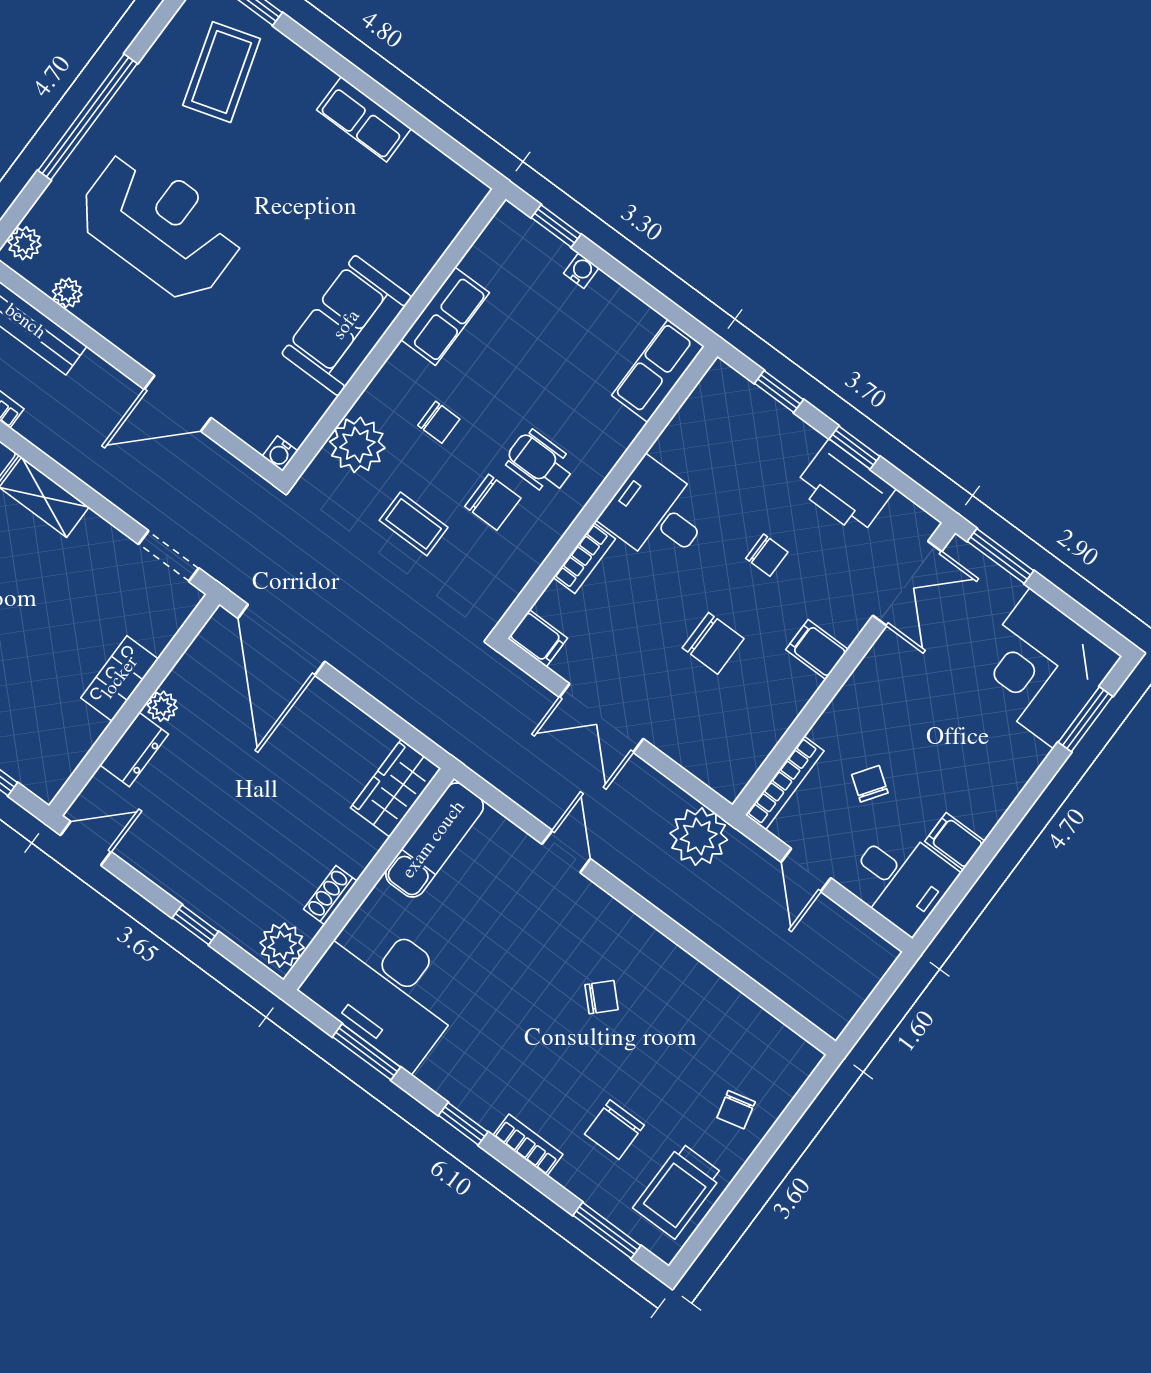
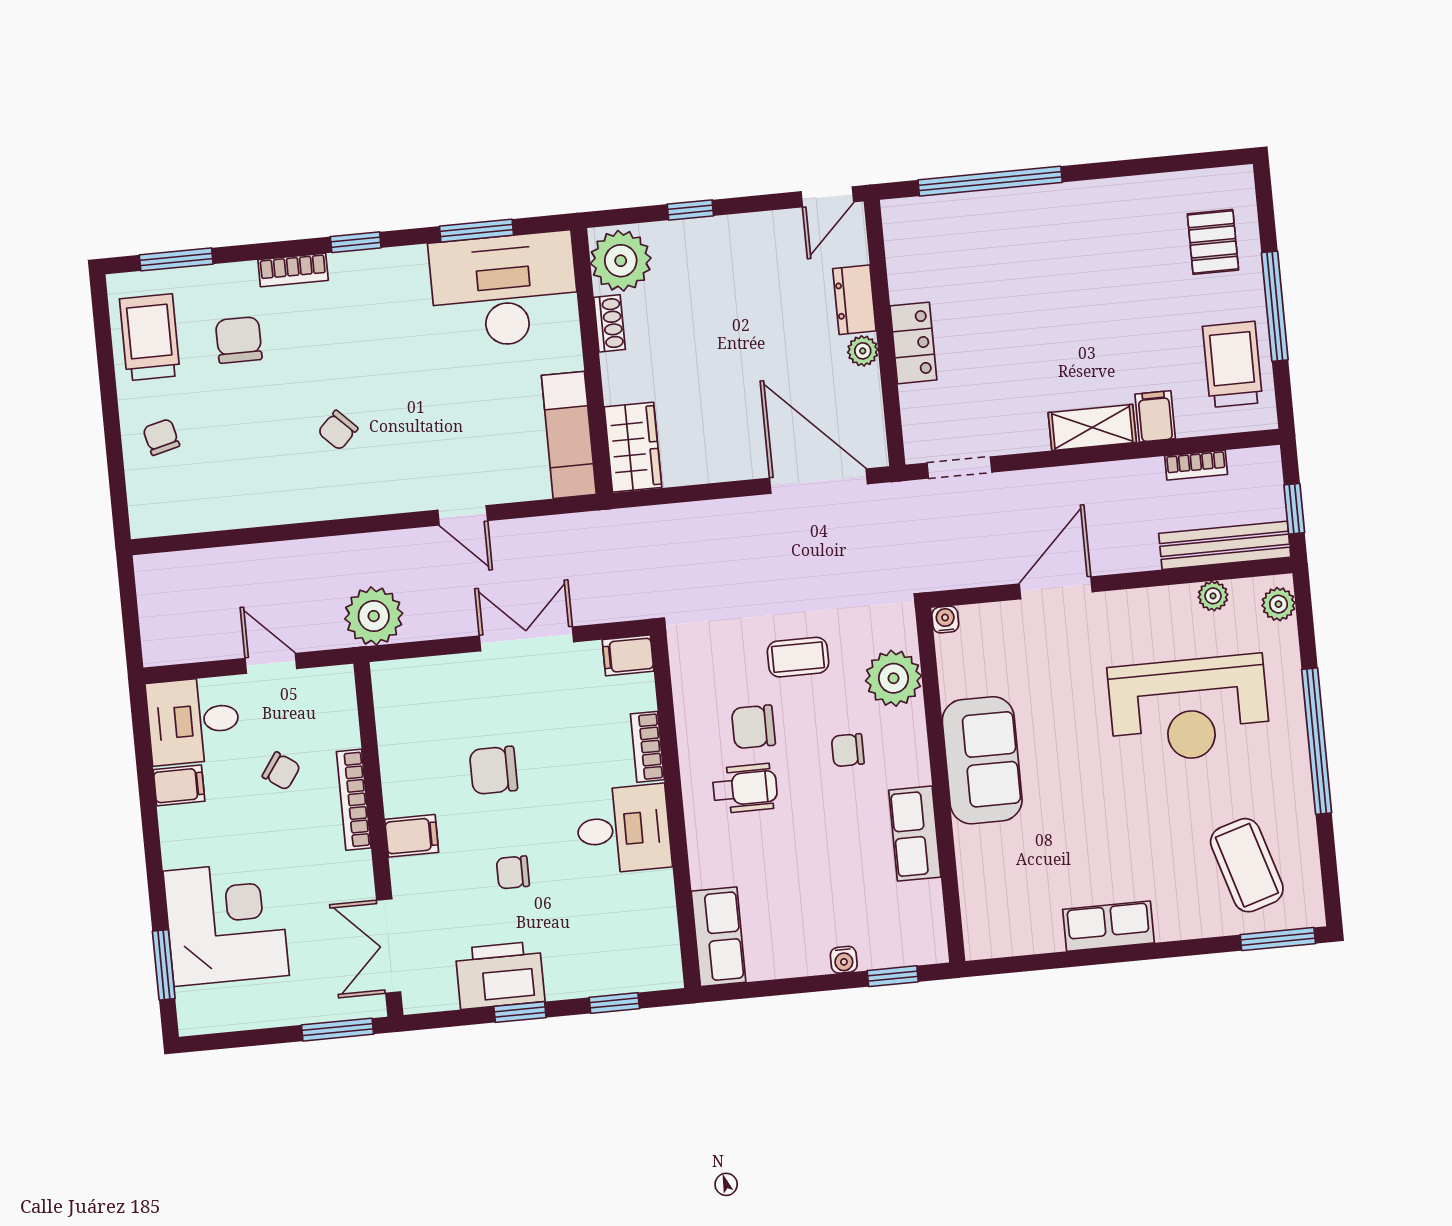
corner desk: (1042, 668) -> (226, 923), moved
bookcase: (785, 783) -> (354, 800), moved
plant: (282, 945) -> (621, 261), width x1.36, depth x1.36

